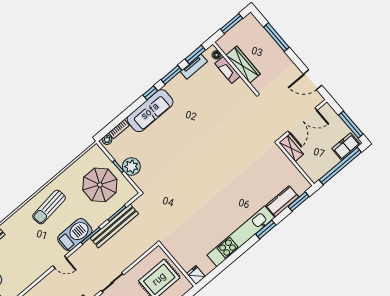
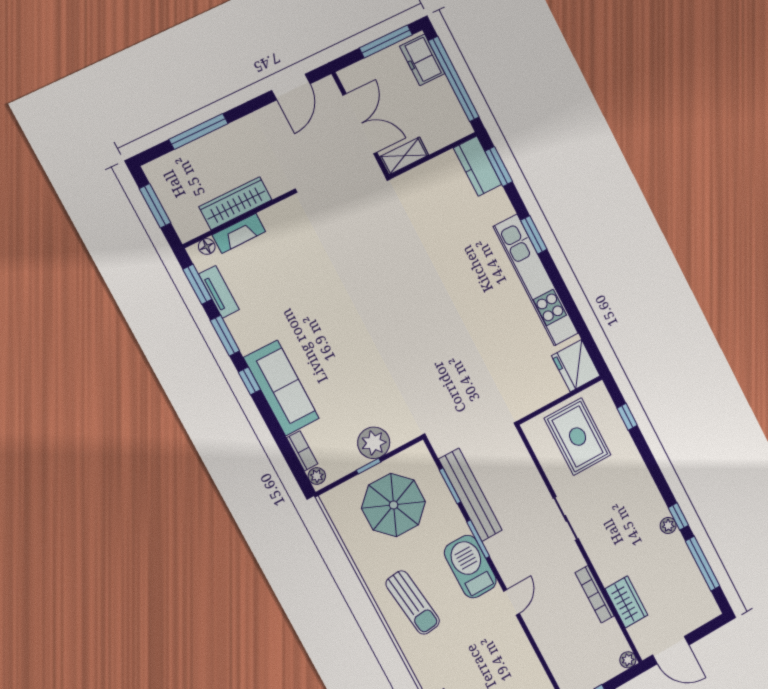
kitchen counter: (282, 201) -> (478, 166), moved
fridge: (196, 275) -> (576, 366), width x1.88, depth x1.34

